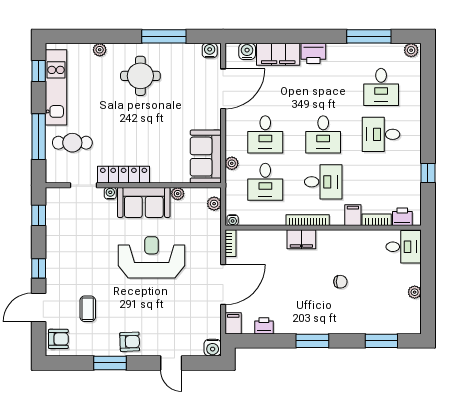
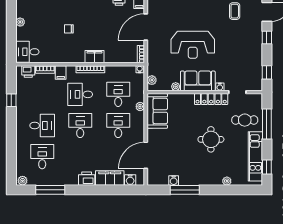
water cooler: (210, 51) -> (174, 180), moved
round table: (140, 76) -> (211, 139), moved

